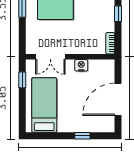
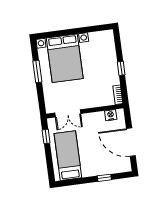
nightstand: (81, 65) -> (111, 115), moved
door: (118, 99) -> (131, 142), hinge flipped

